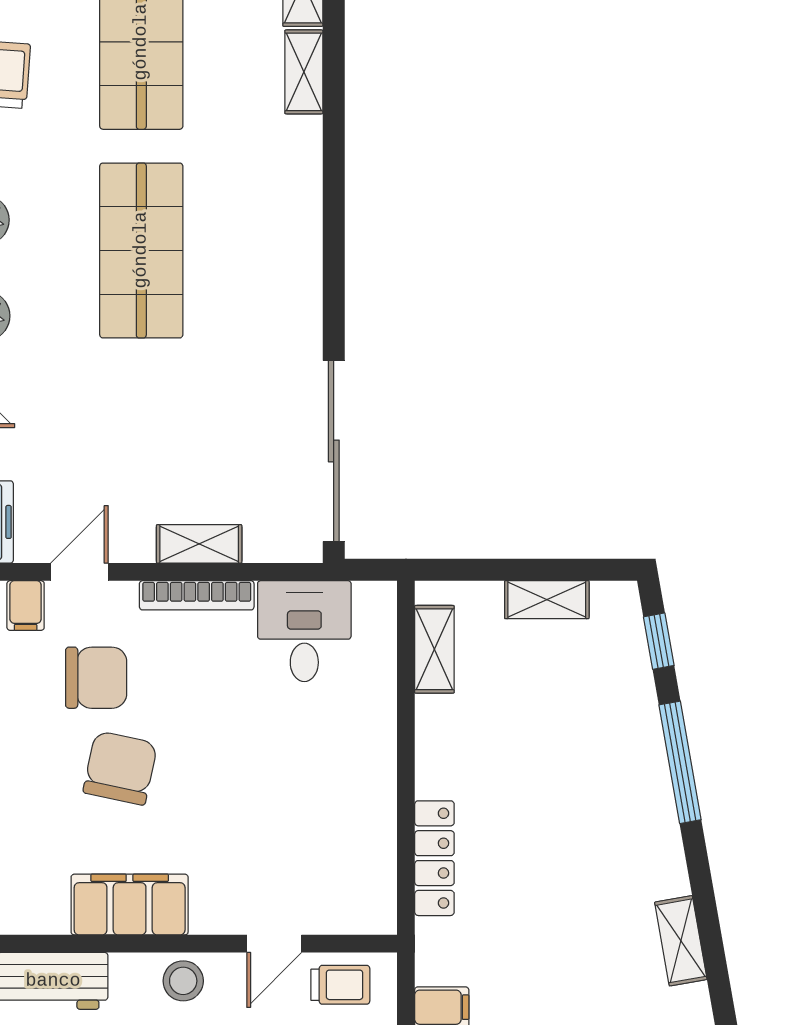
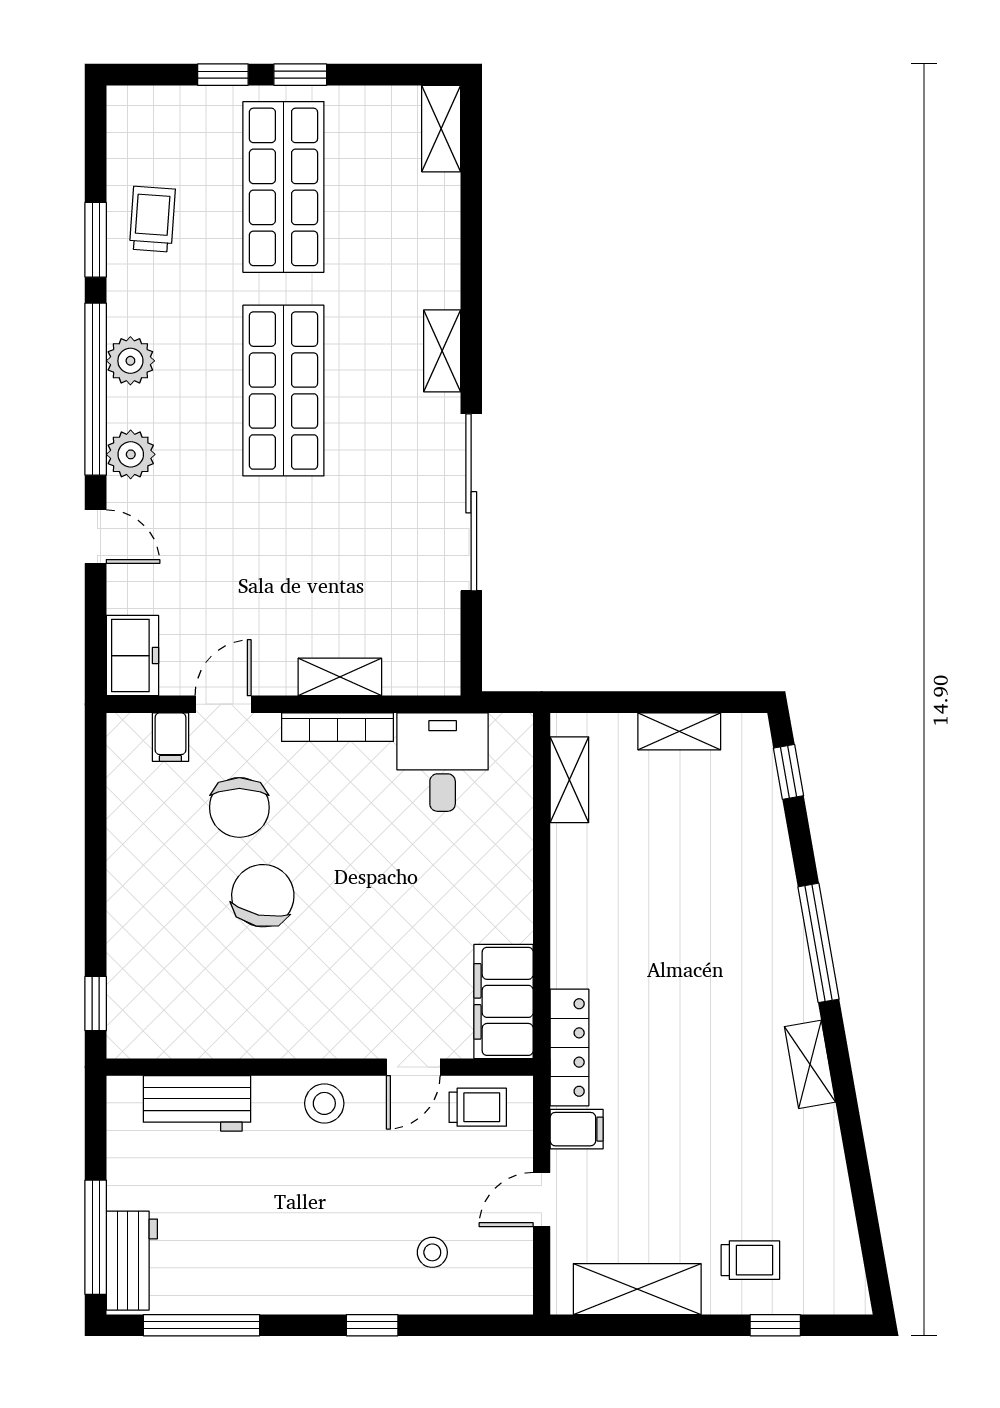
shelving: (304, 72) -> (442, 351), moved
sliding door: (334, 451) -> (471, 502), moved
chair: (96, 678) -> (239, 807), turned 90
window: (680, 762) -> (819, 943), moved
locker: (434, 858) -> (570, 1048), moved
filing cabinet: (130, 905) -> (504, 1001), moved, turned -90

